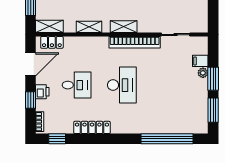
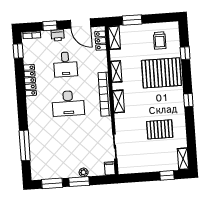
bookcase: (135, 42) -> (105, 94), moved
filing cabinet: (200, 61) -> (110, 168), moved
window: (167, 139) -> (25, 145), width x0.68

